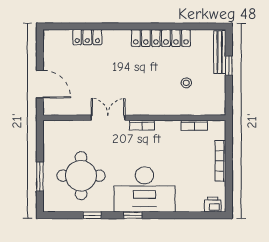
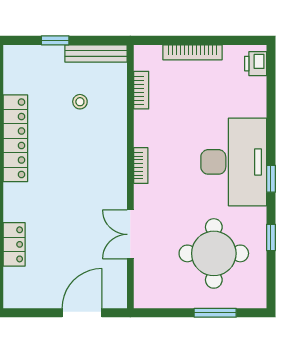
bench: (220, 52) -> (96, 53), moved
double door: (108, 118) -> (130, 234), moved

